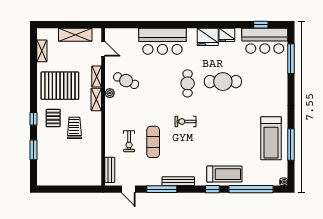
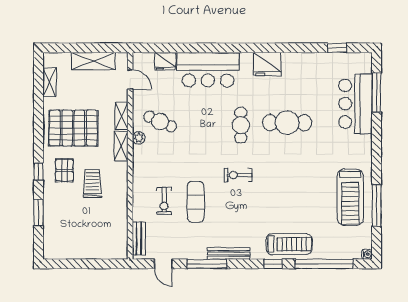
fridge: (227, 35) -> (165, 61), moved
bar counter: (265, 41) -> (355, 104), moved, turned 90

